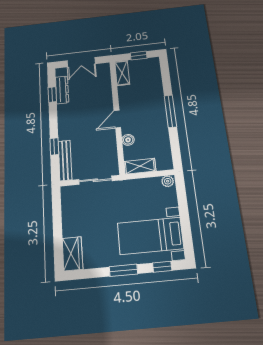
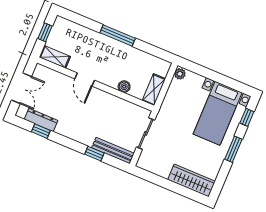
door: (117, 119) -> (85, 80), moved
wardrobe: (72, 254) -> (191, 180), width x1.50

